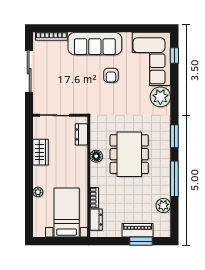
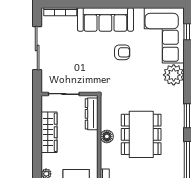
armchair: (111, 75) -> (122, 52), turned -90
dresser: (81, 134) -> (92, 114), width x1.44
wardrobe: (41, 152) -> (49, 132), width x1.50

